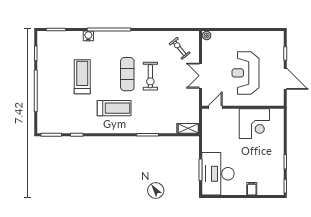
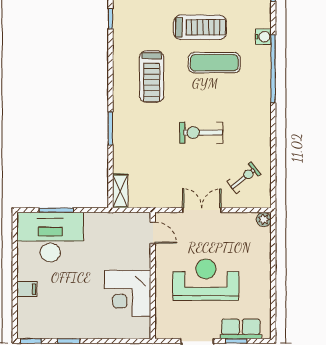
row of seats: (277, 50) -> (241, 329), added
exercise mat: (127, 74) -> (214, 63), moved

